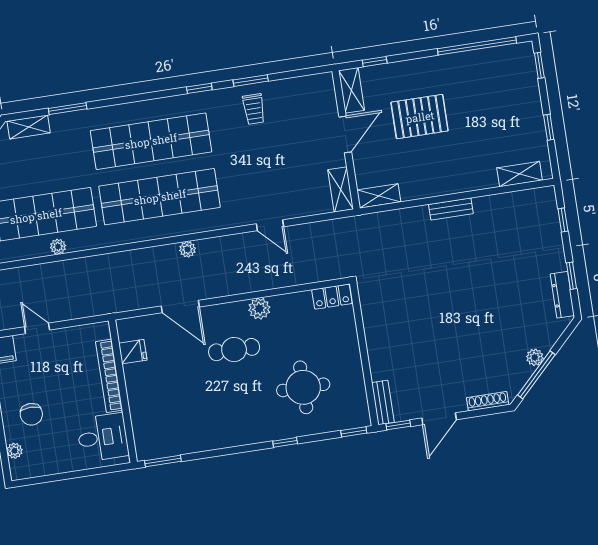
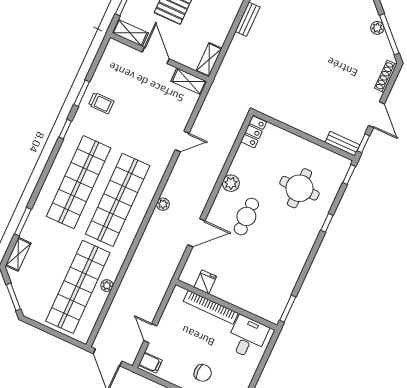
door: (37, 328) -> (150, 333), hinge flipped

